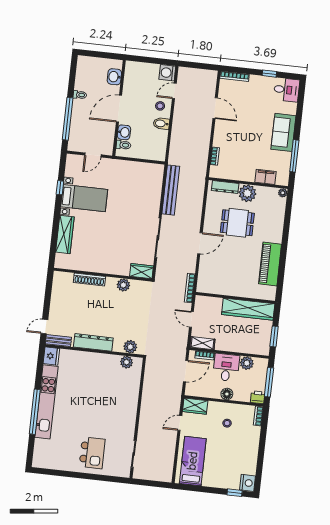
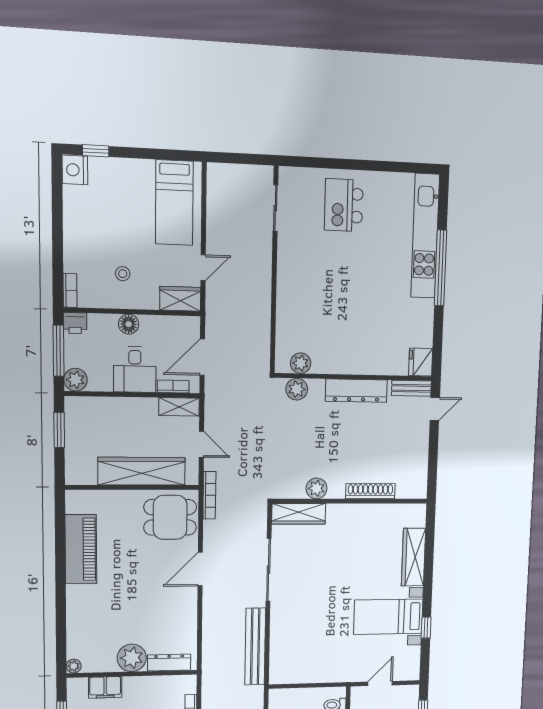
dining table: (237, 223) -> (170, 517), moved
wardrobe: (141, 271) -> (299, 514), width x1.50
wardrobe: (248, 309) -> (142, 471), moved
plant: (247, 363) -> (76, 380), moved
kitchen unit: (46, 402) -> (425, 236), moved

